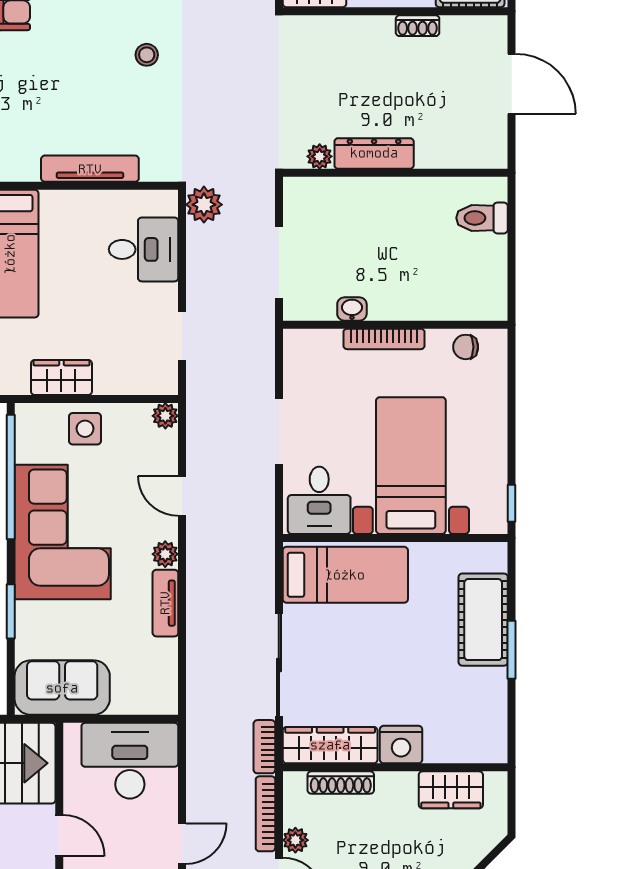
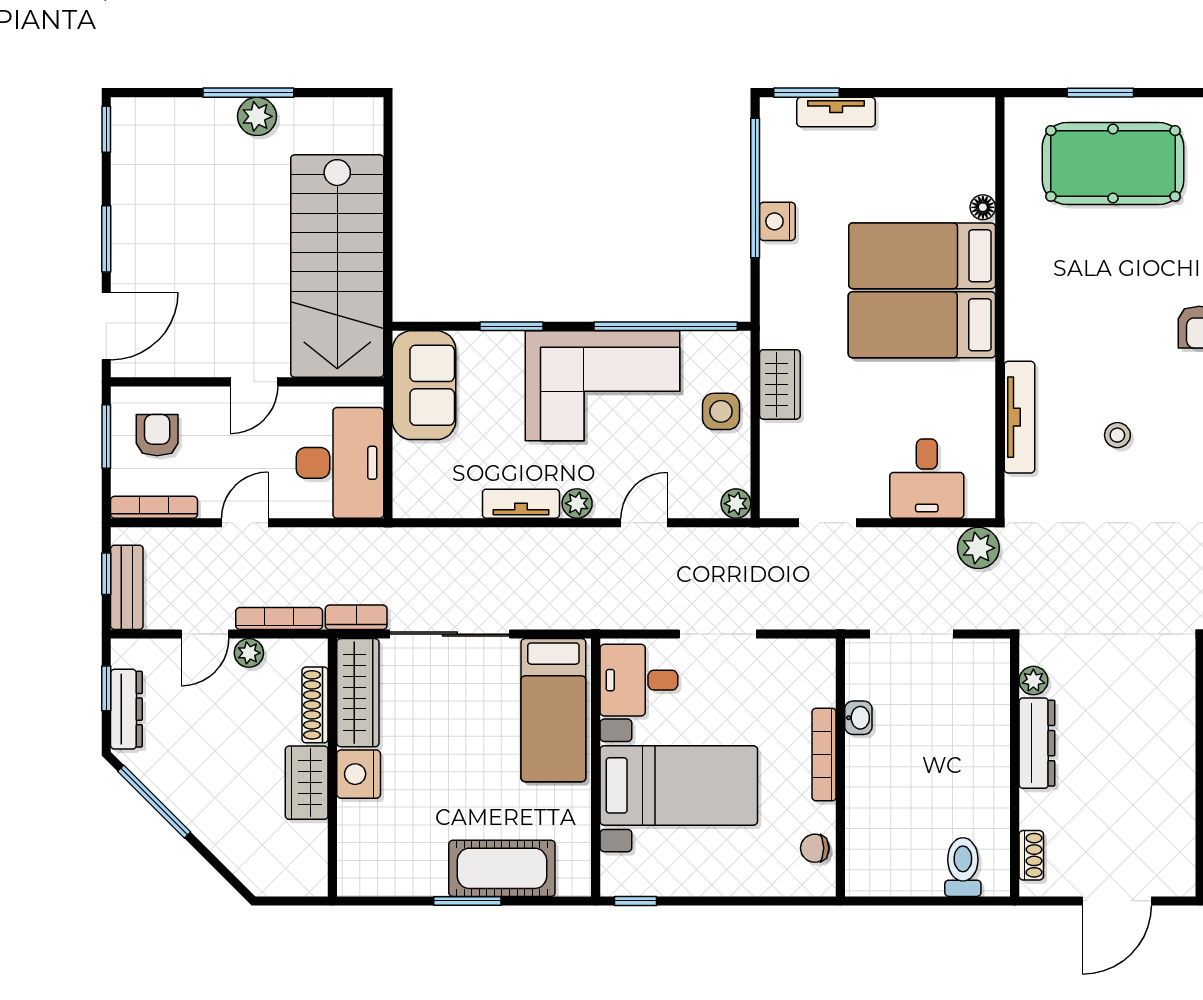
shoe rack: (418, 26) -> (1031, 855), moved, turned 180
stool: (147, 55) -> (1117, 435), moved
chair: (466, 347) -> (815, 848), turned -90
wardrobe: (451, 790) -> (307, 783), moved
door: (182, 844) -> (245, 523), swing flipped

